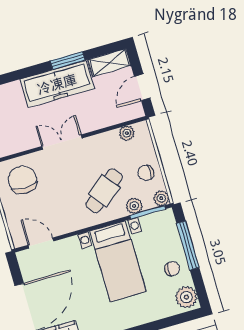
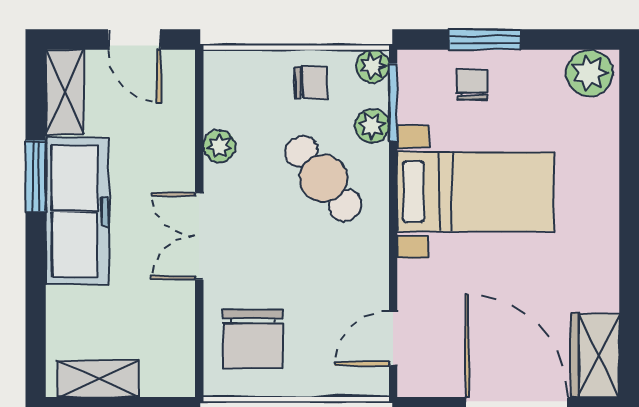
plant: (127, 133) -> (219, 146), moved
chair: (146, 173) -> (311, 83), turned -90
chair: (22, 180) -> (253, 339), turned -90
window: (188, 246) -> (485, 40), width x0.69
chair: (172, 269) -> (472, 85), moved

